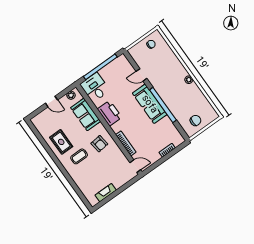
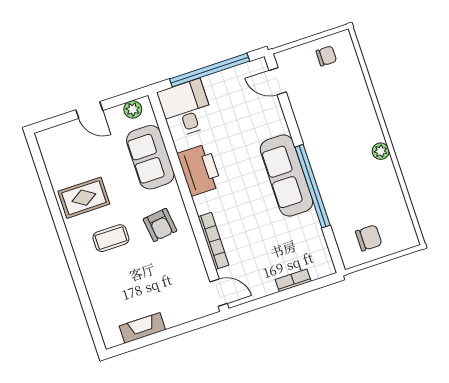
door: (141, 75) -> (278, 81), moved
rug: (61, 142) -> (84, 198), turned 90

